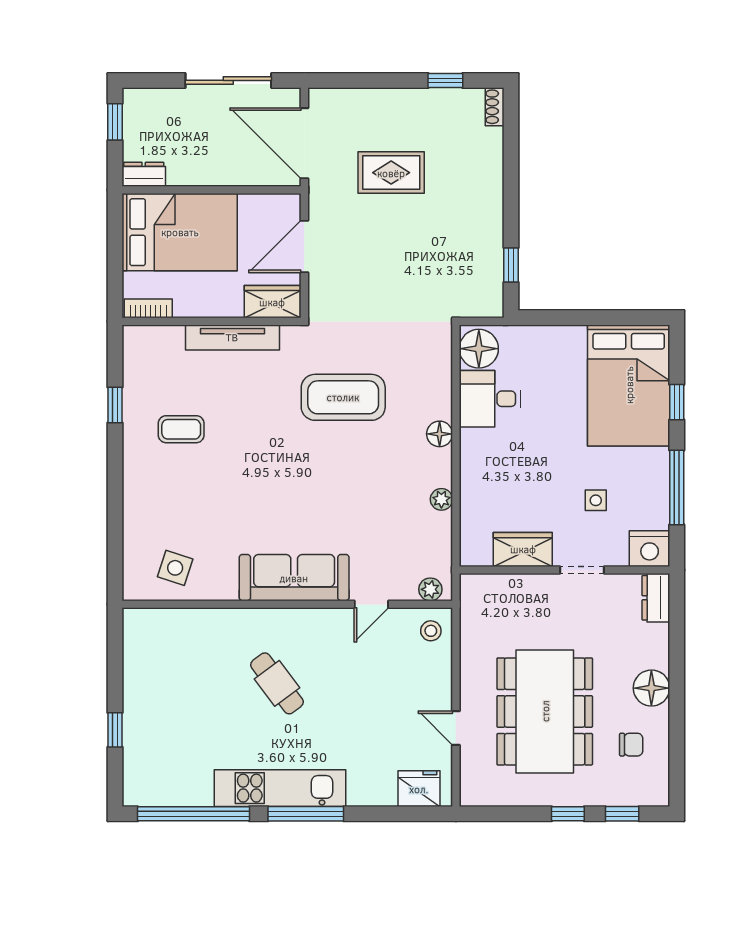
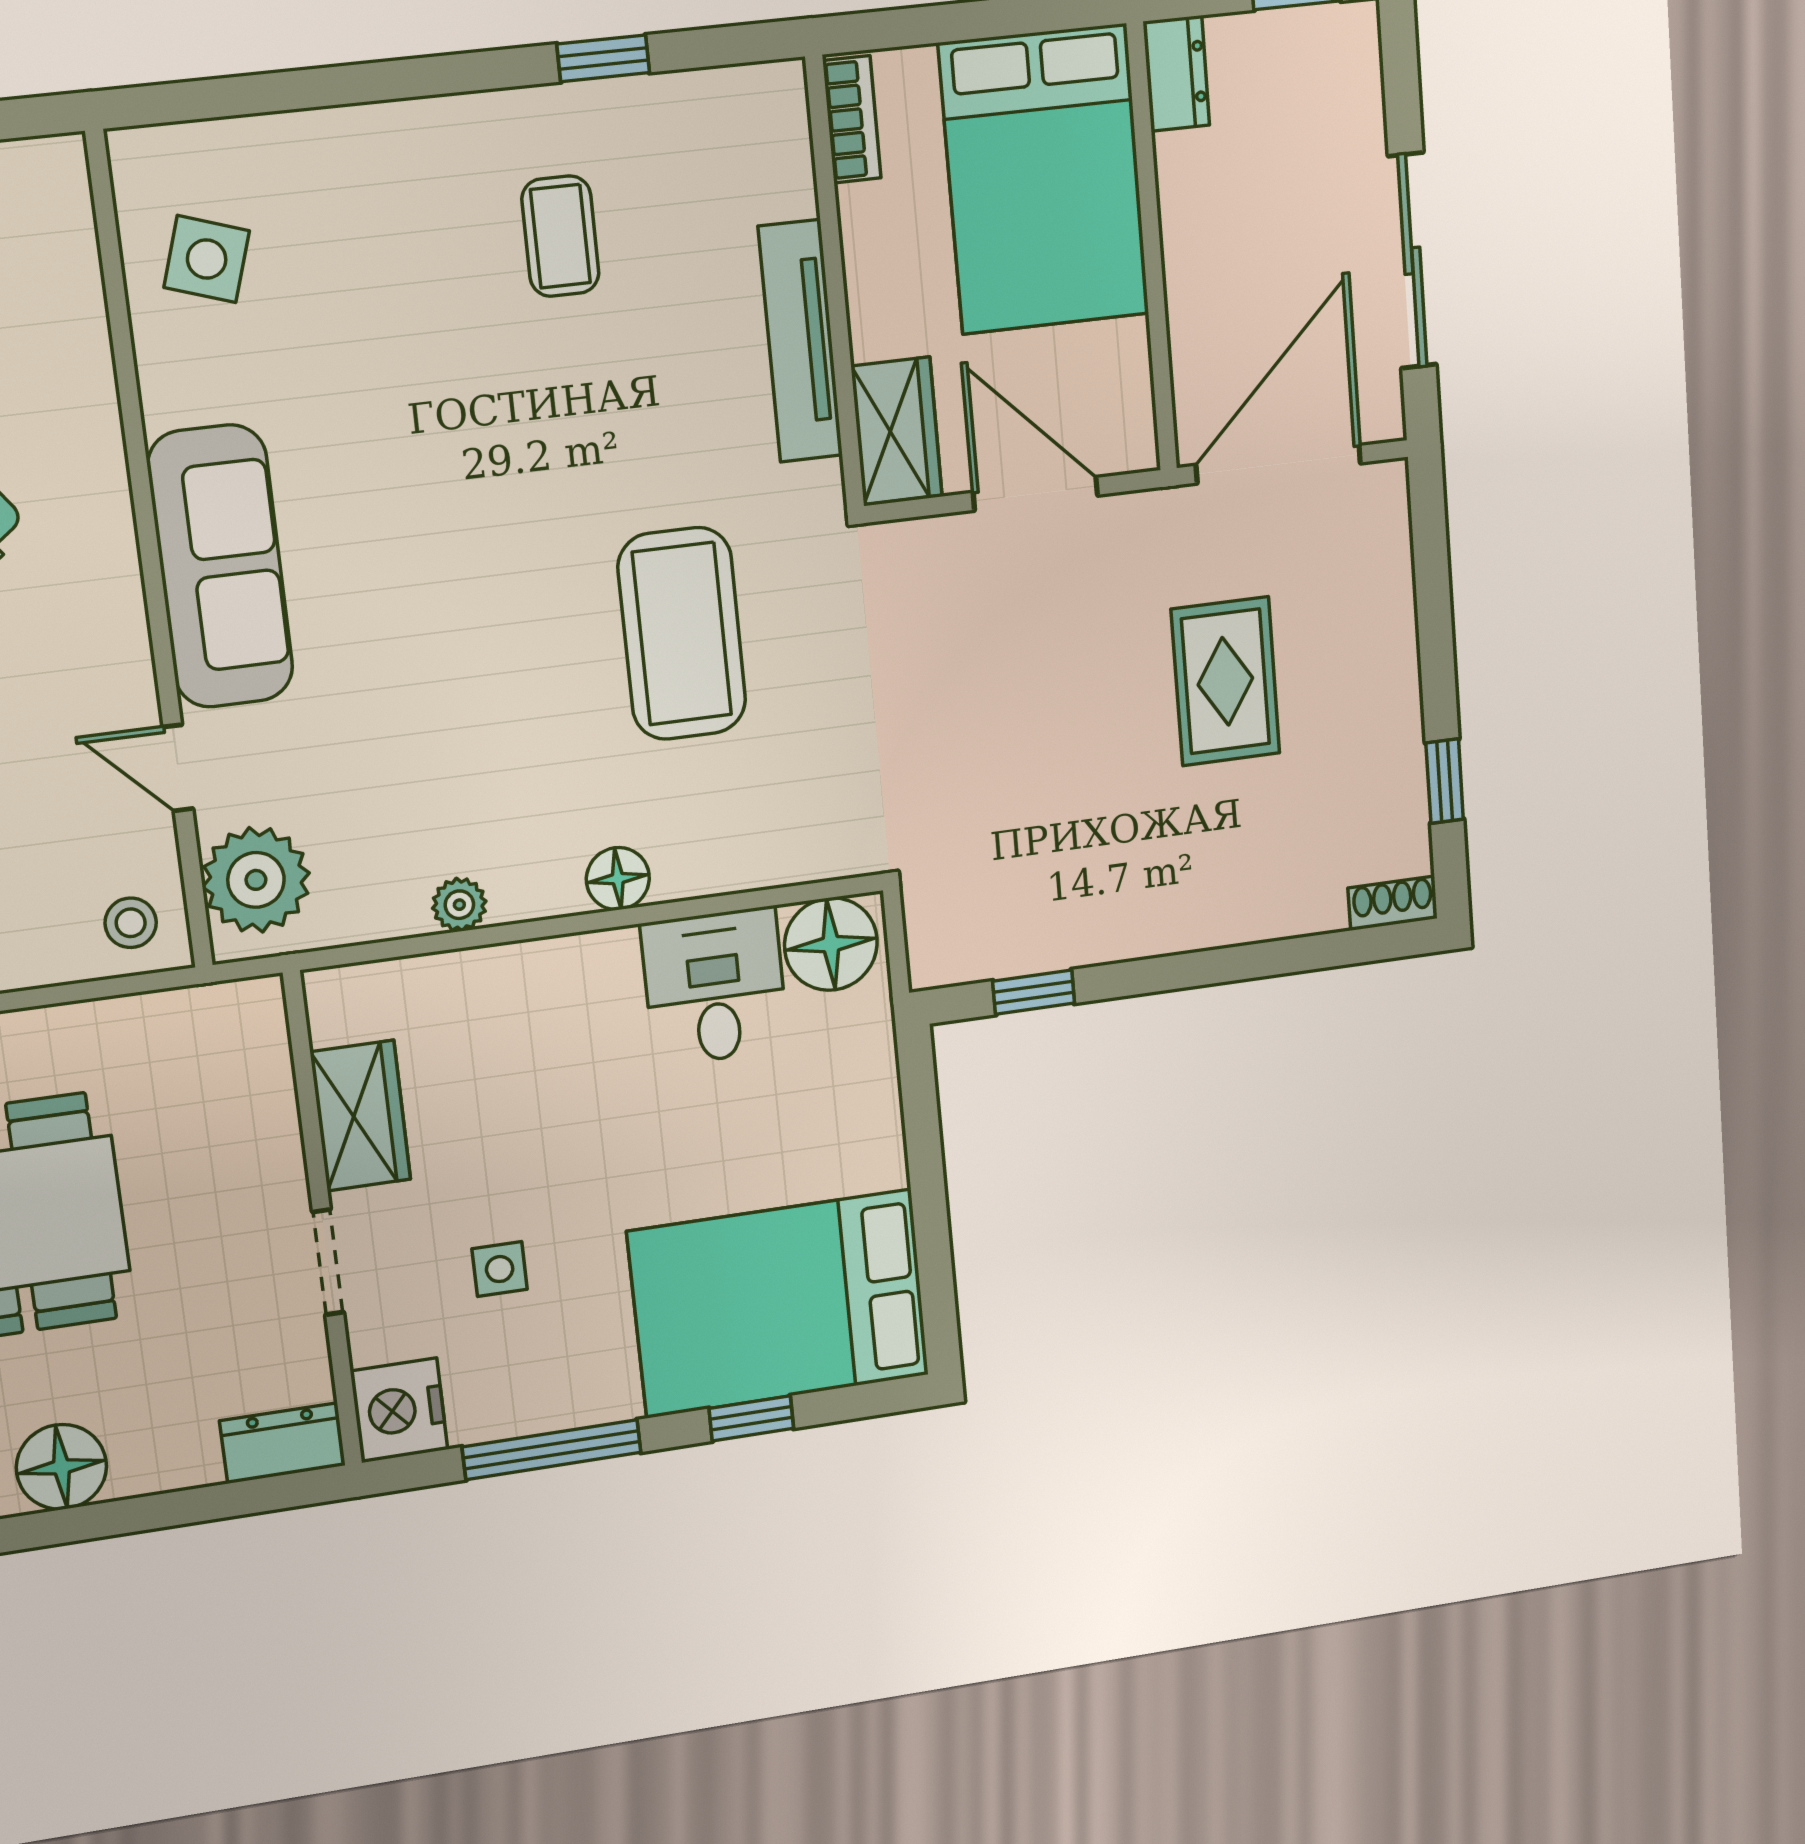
plant: (430, 589) -> (256, 880), width x1.88, depth x1.88

